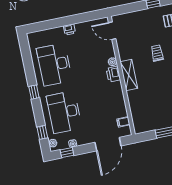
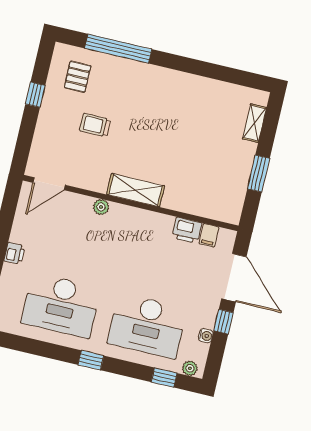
trolley: (157, 53) -> (95, 125), moved
printer: (113, 74) -> (187, 230), moved
window: (67, 153) -> (224, 322), moved

